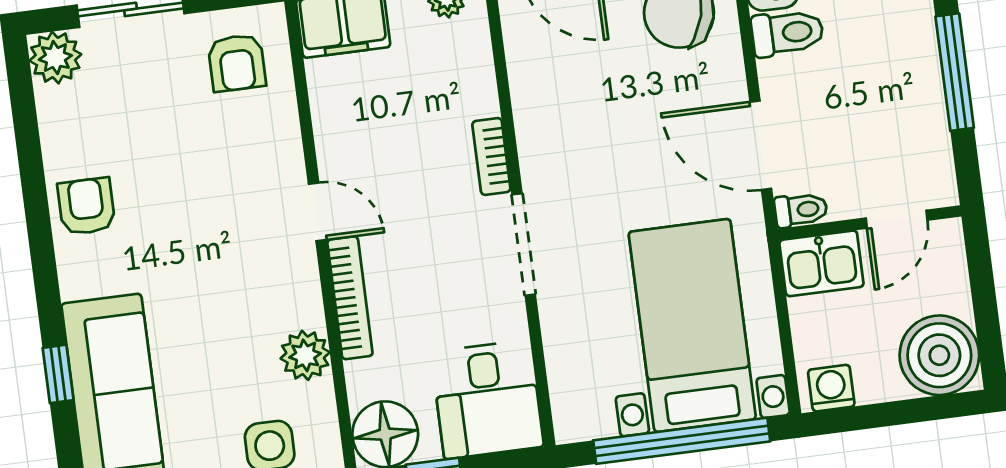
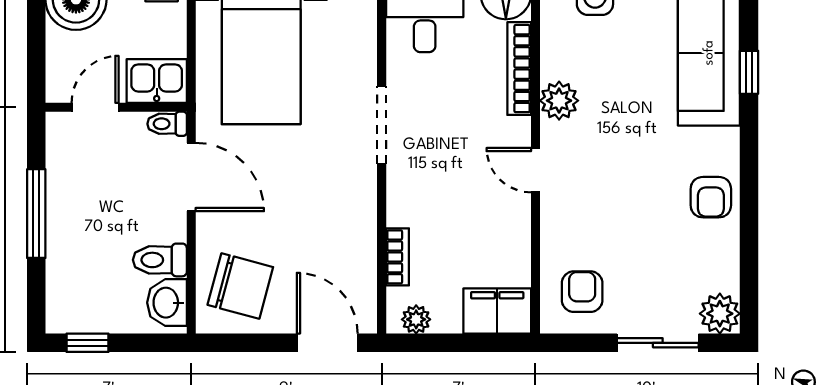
bookcase: (491, 156) -> (397, 257), moved
bookcase: (350, 298) -> (519, 69), moved
plant: (305, 355) -> (559, 101), moved

